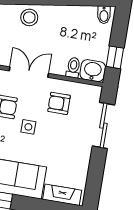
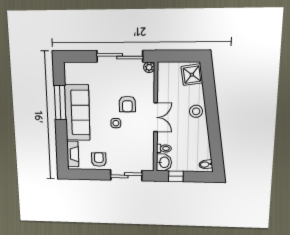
armchair: (59, 103) -> (99, 160), moved

